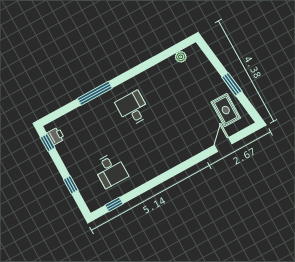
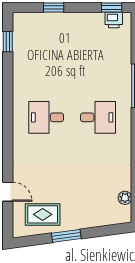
desk: (110, 170) -> (46, 117), moved

